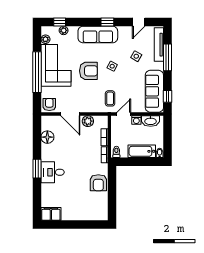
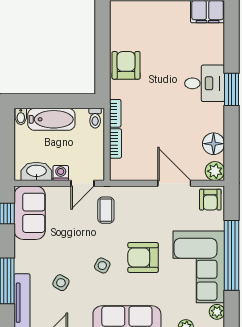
sofa: (154, 91) -> (30, 213), width x0.73
plant: (88, 121) -> (215, 171), moved

